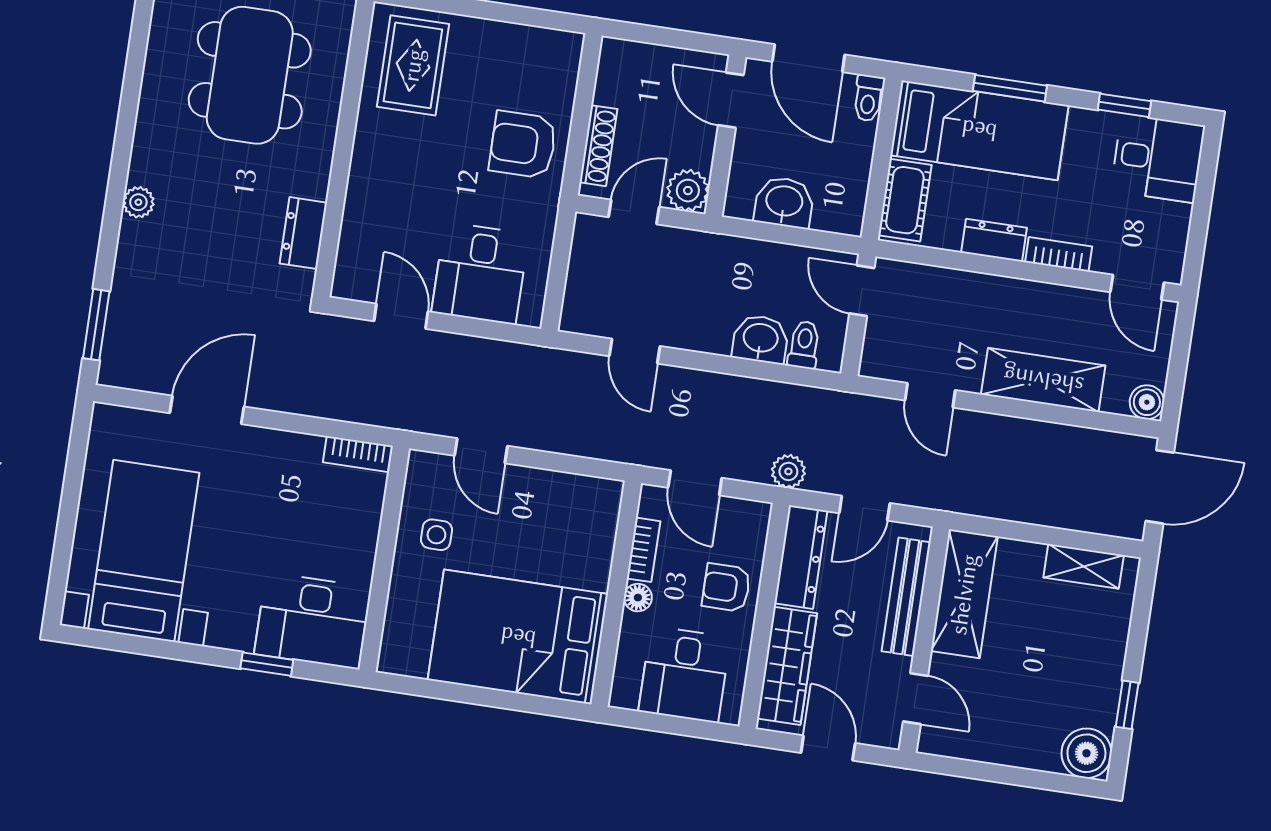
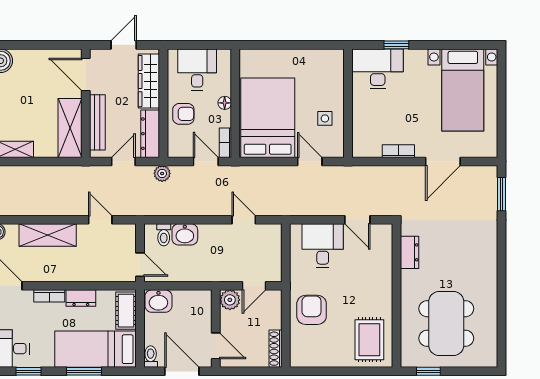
armchair: (523, 145) -> (312, 310), turned -90
shoe rack: (598, 146) -> (276, 349), moved
plant: (138, 202) -> (490, 255), removed
washbasin: (784, 202) -> (158, 301), moved
bookcase: (358, 454) -> (398, 151), moved
bookcase: (643, 550) -> (225, 143), moved
bed: (518, 637) -> (268, 118), moved, turned -90
door: (915, 699) -> (86, 75), width x1.38
door: (828, 748) -> (124, 45), swing flipped

